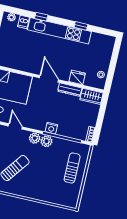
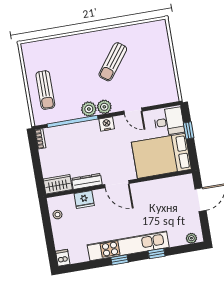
dishwasher: (24, 22) -> (63, 258), moved
window: (81, 26) -> (119, 260), moved
nightstand: (51, 128) -> (107, 124), moved

